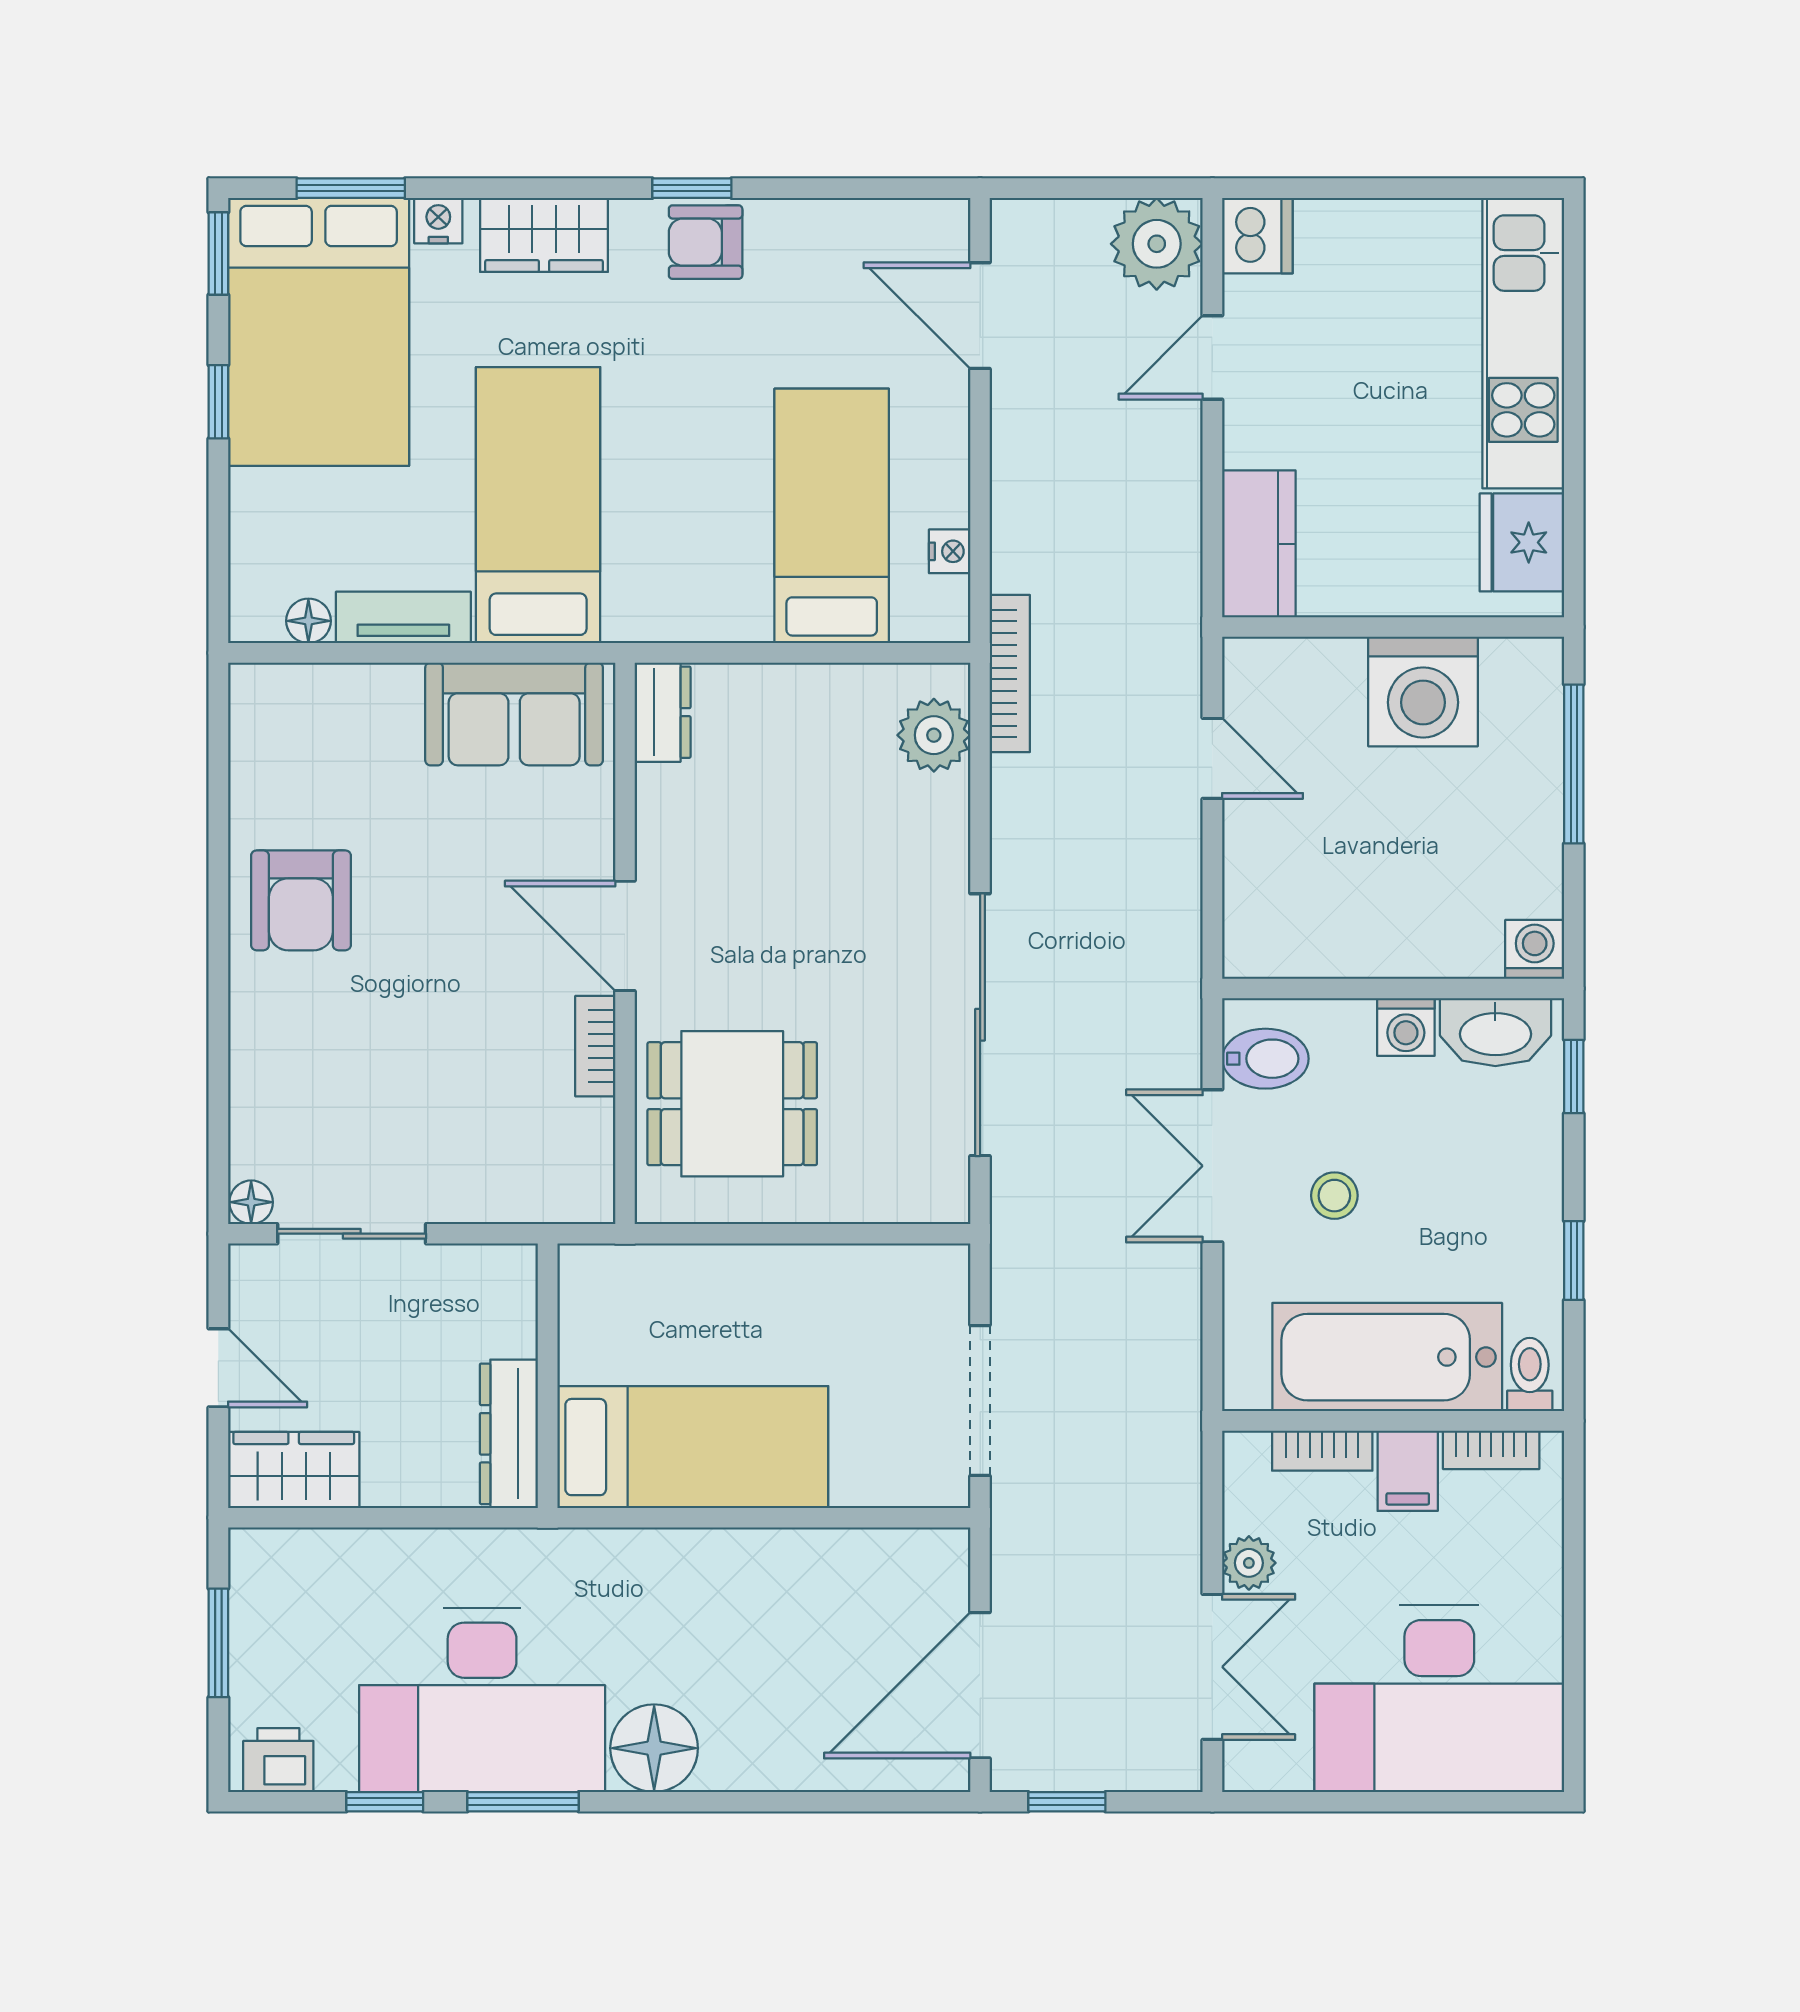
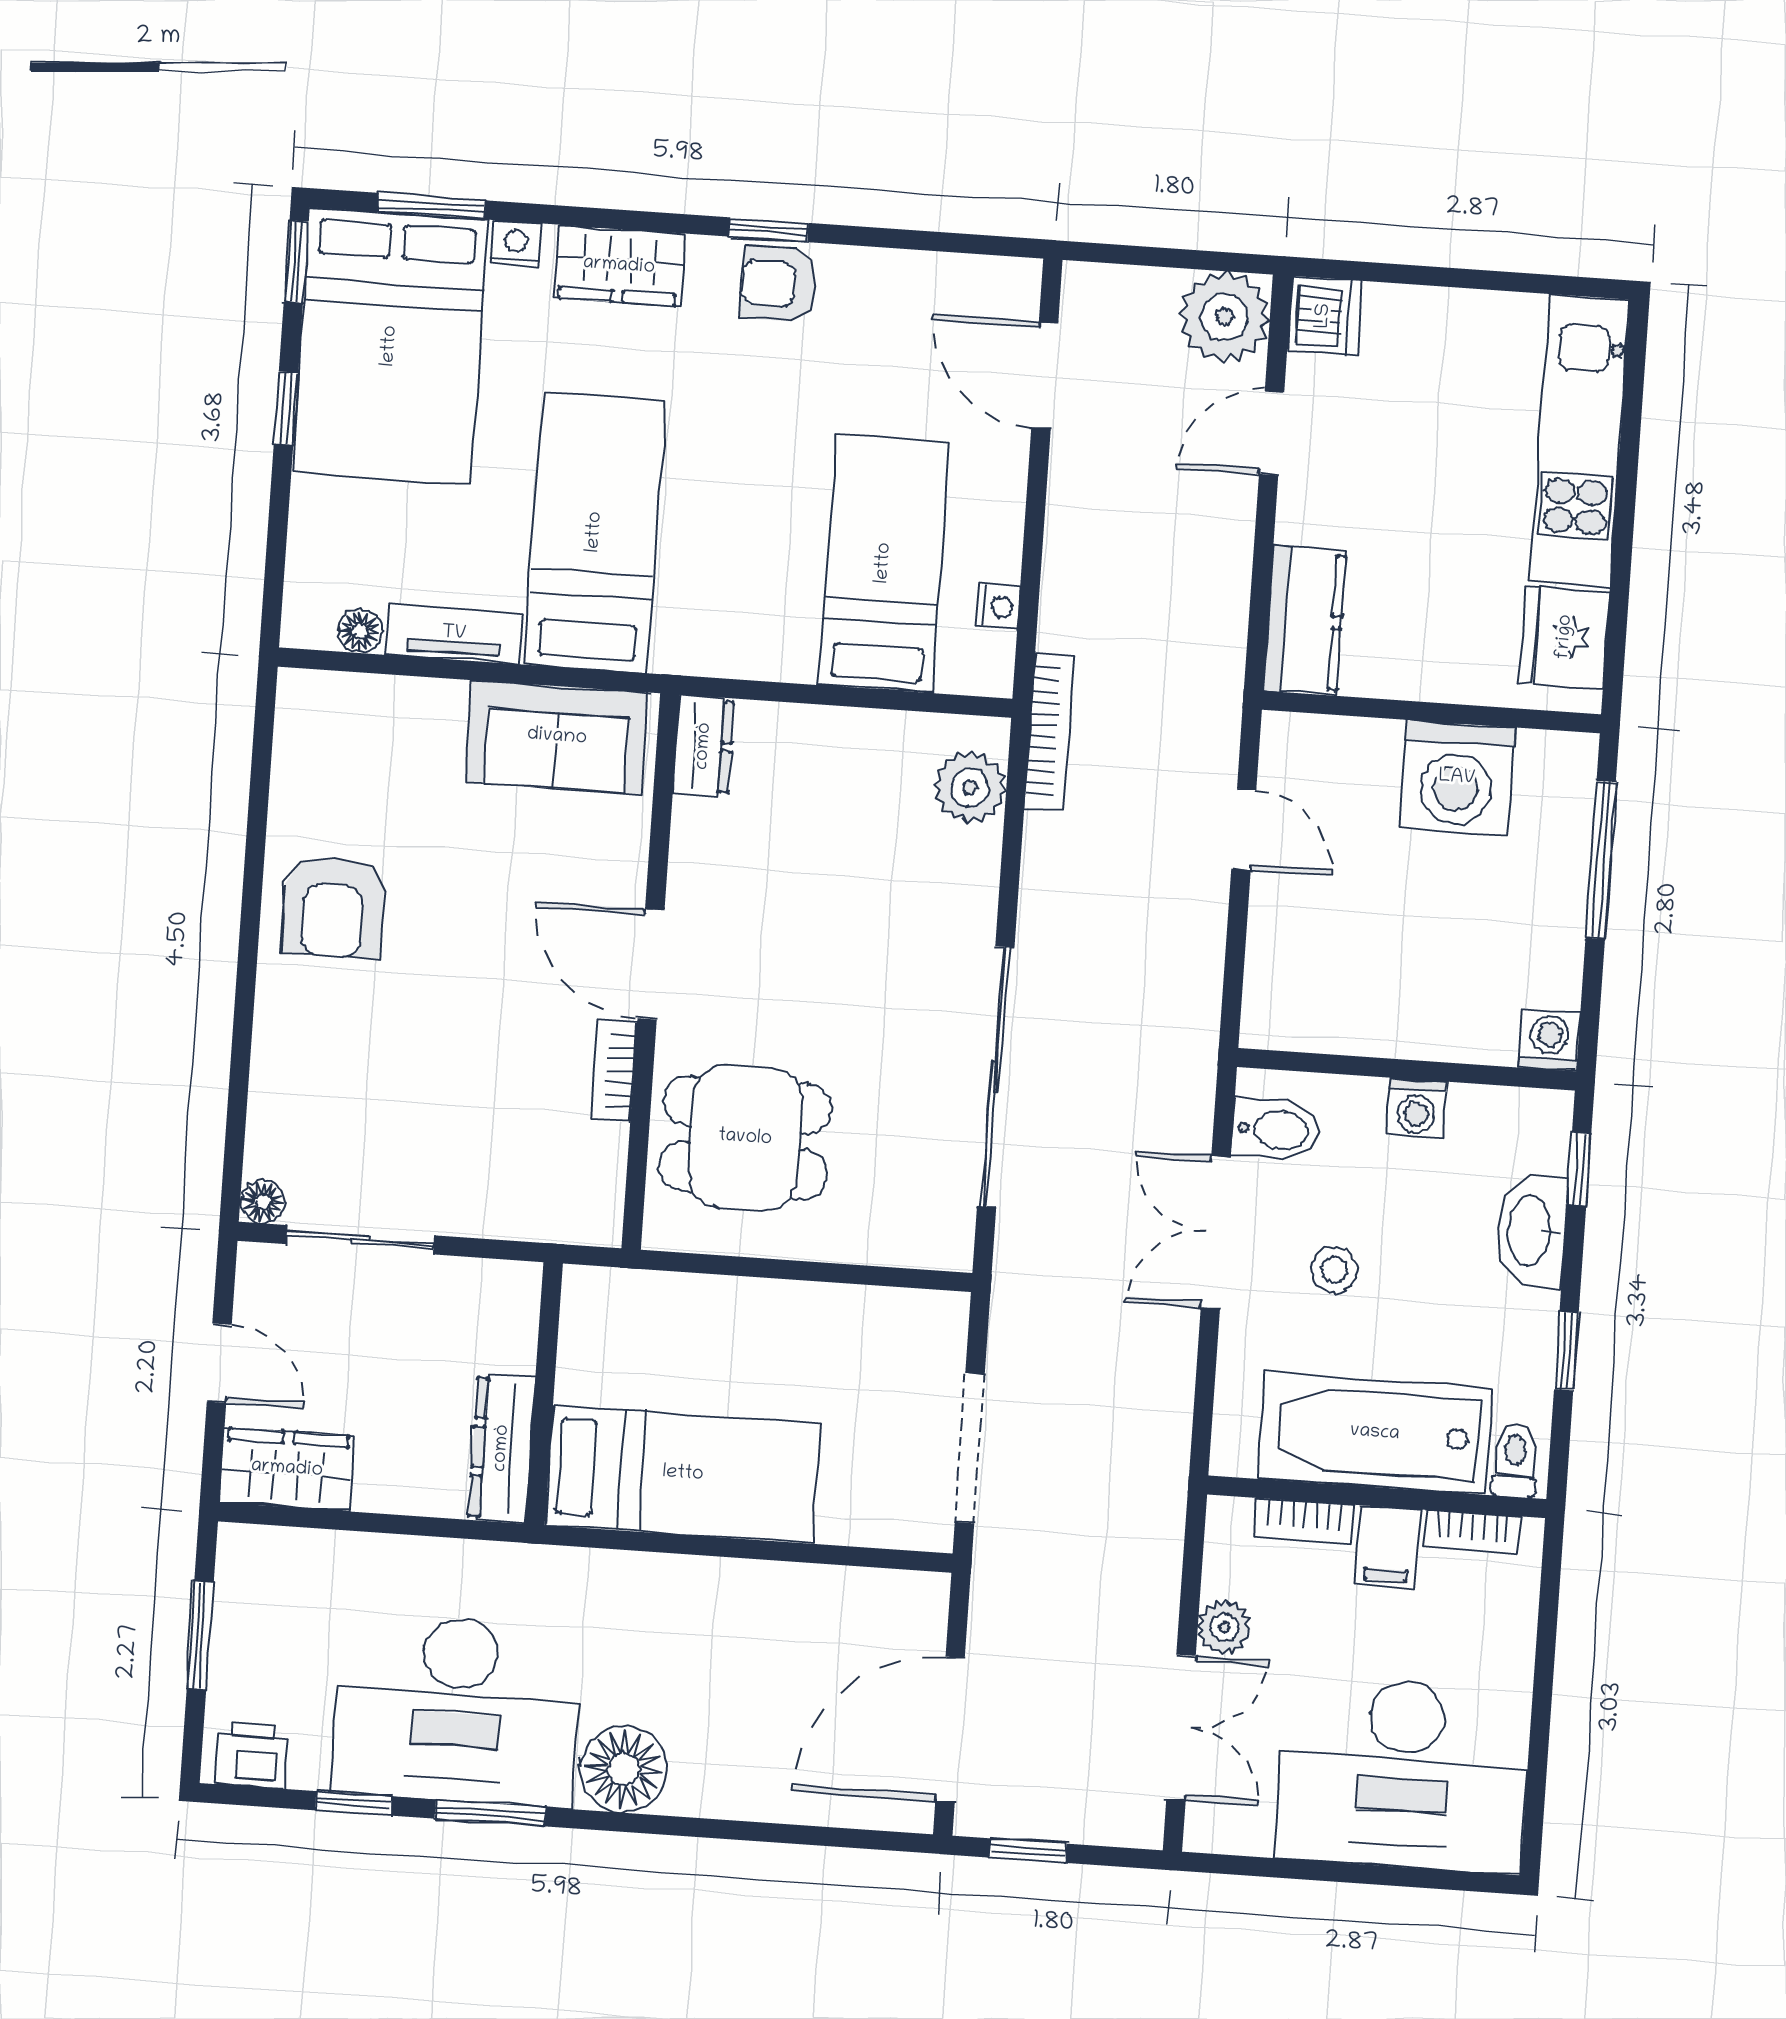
washbasin: (1495, 1032) -> (1531, 1230), moved, turned 90

